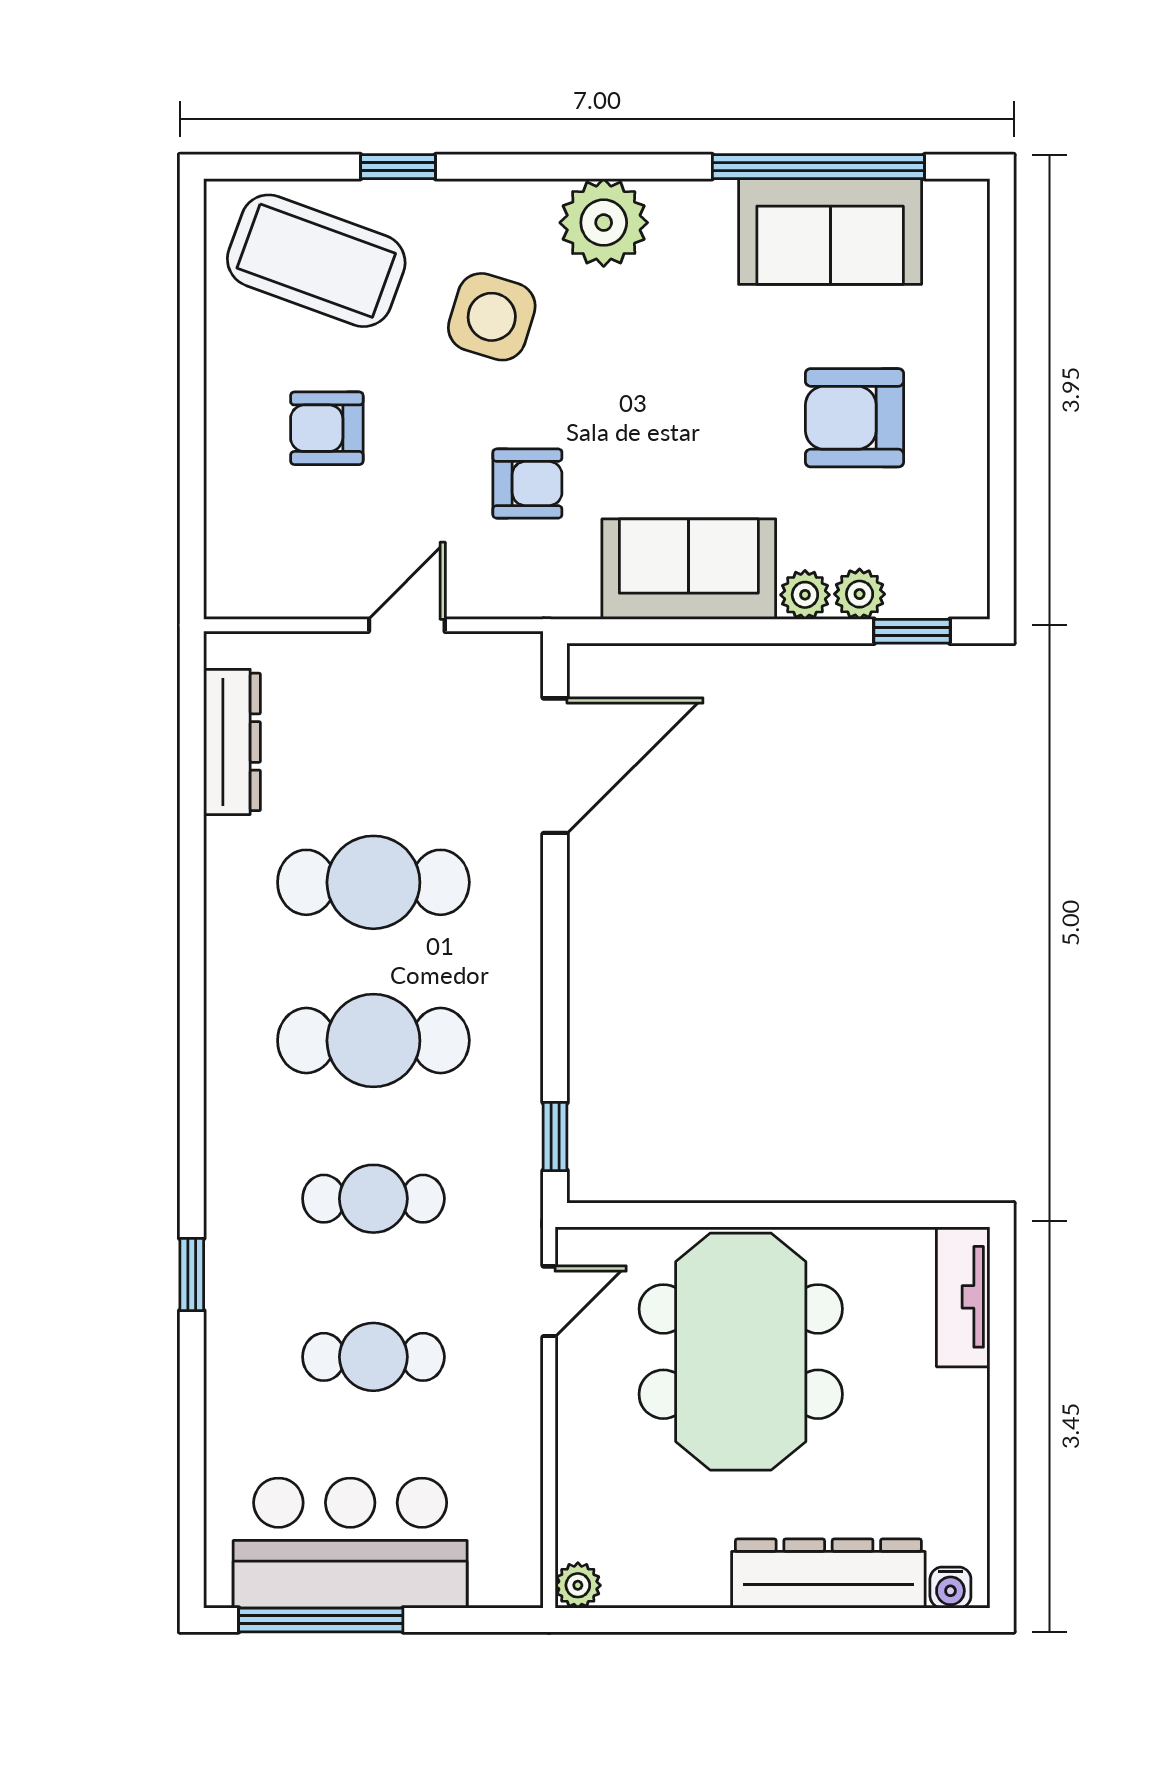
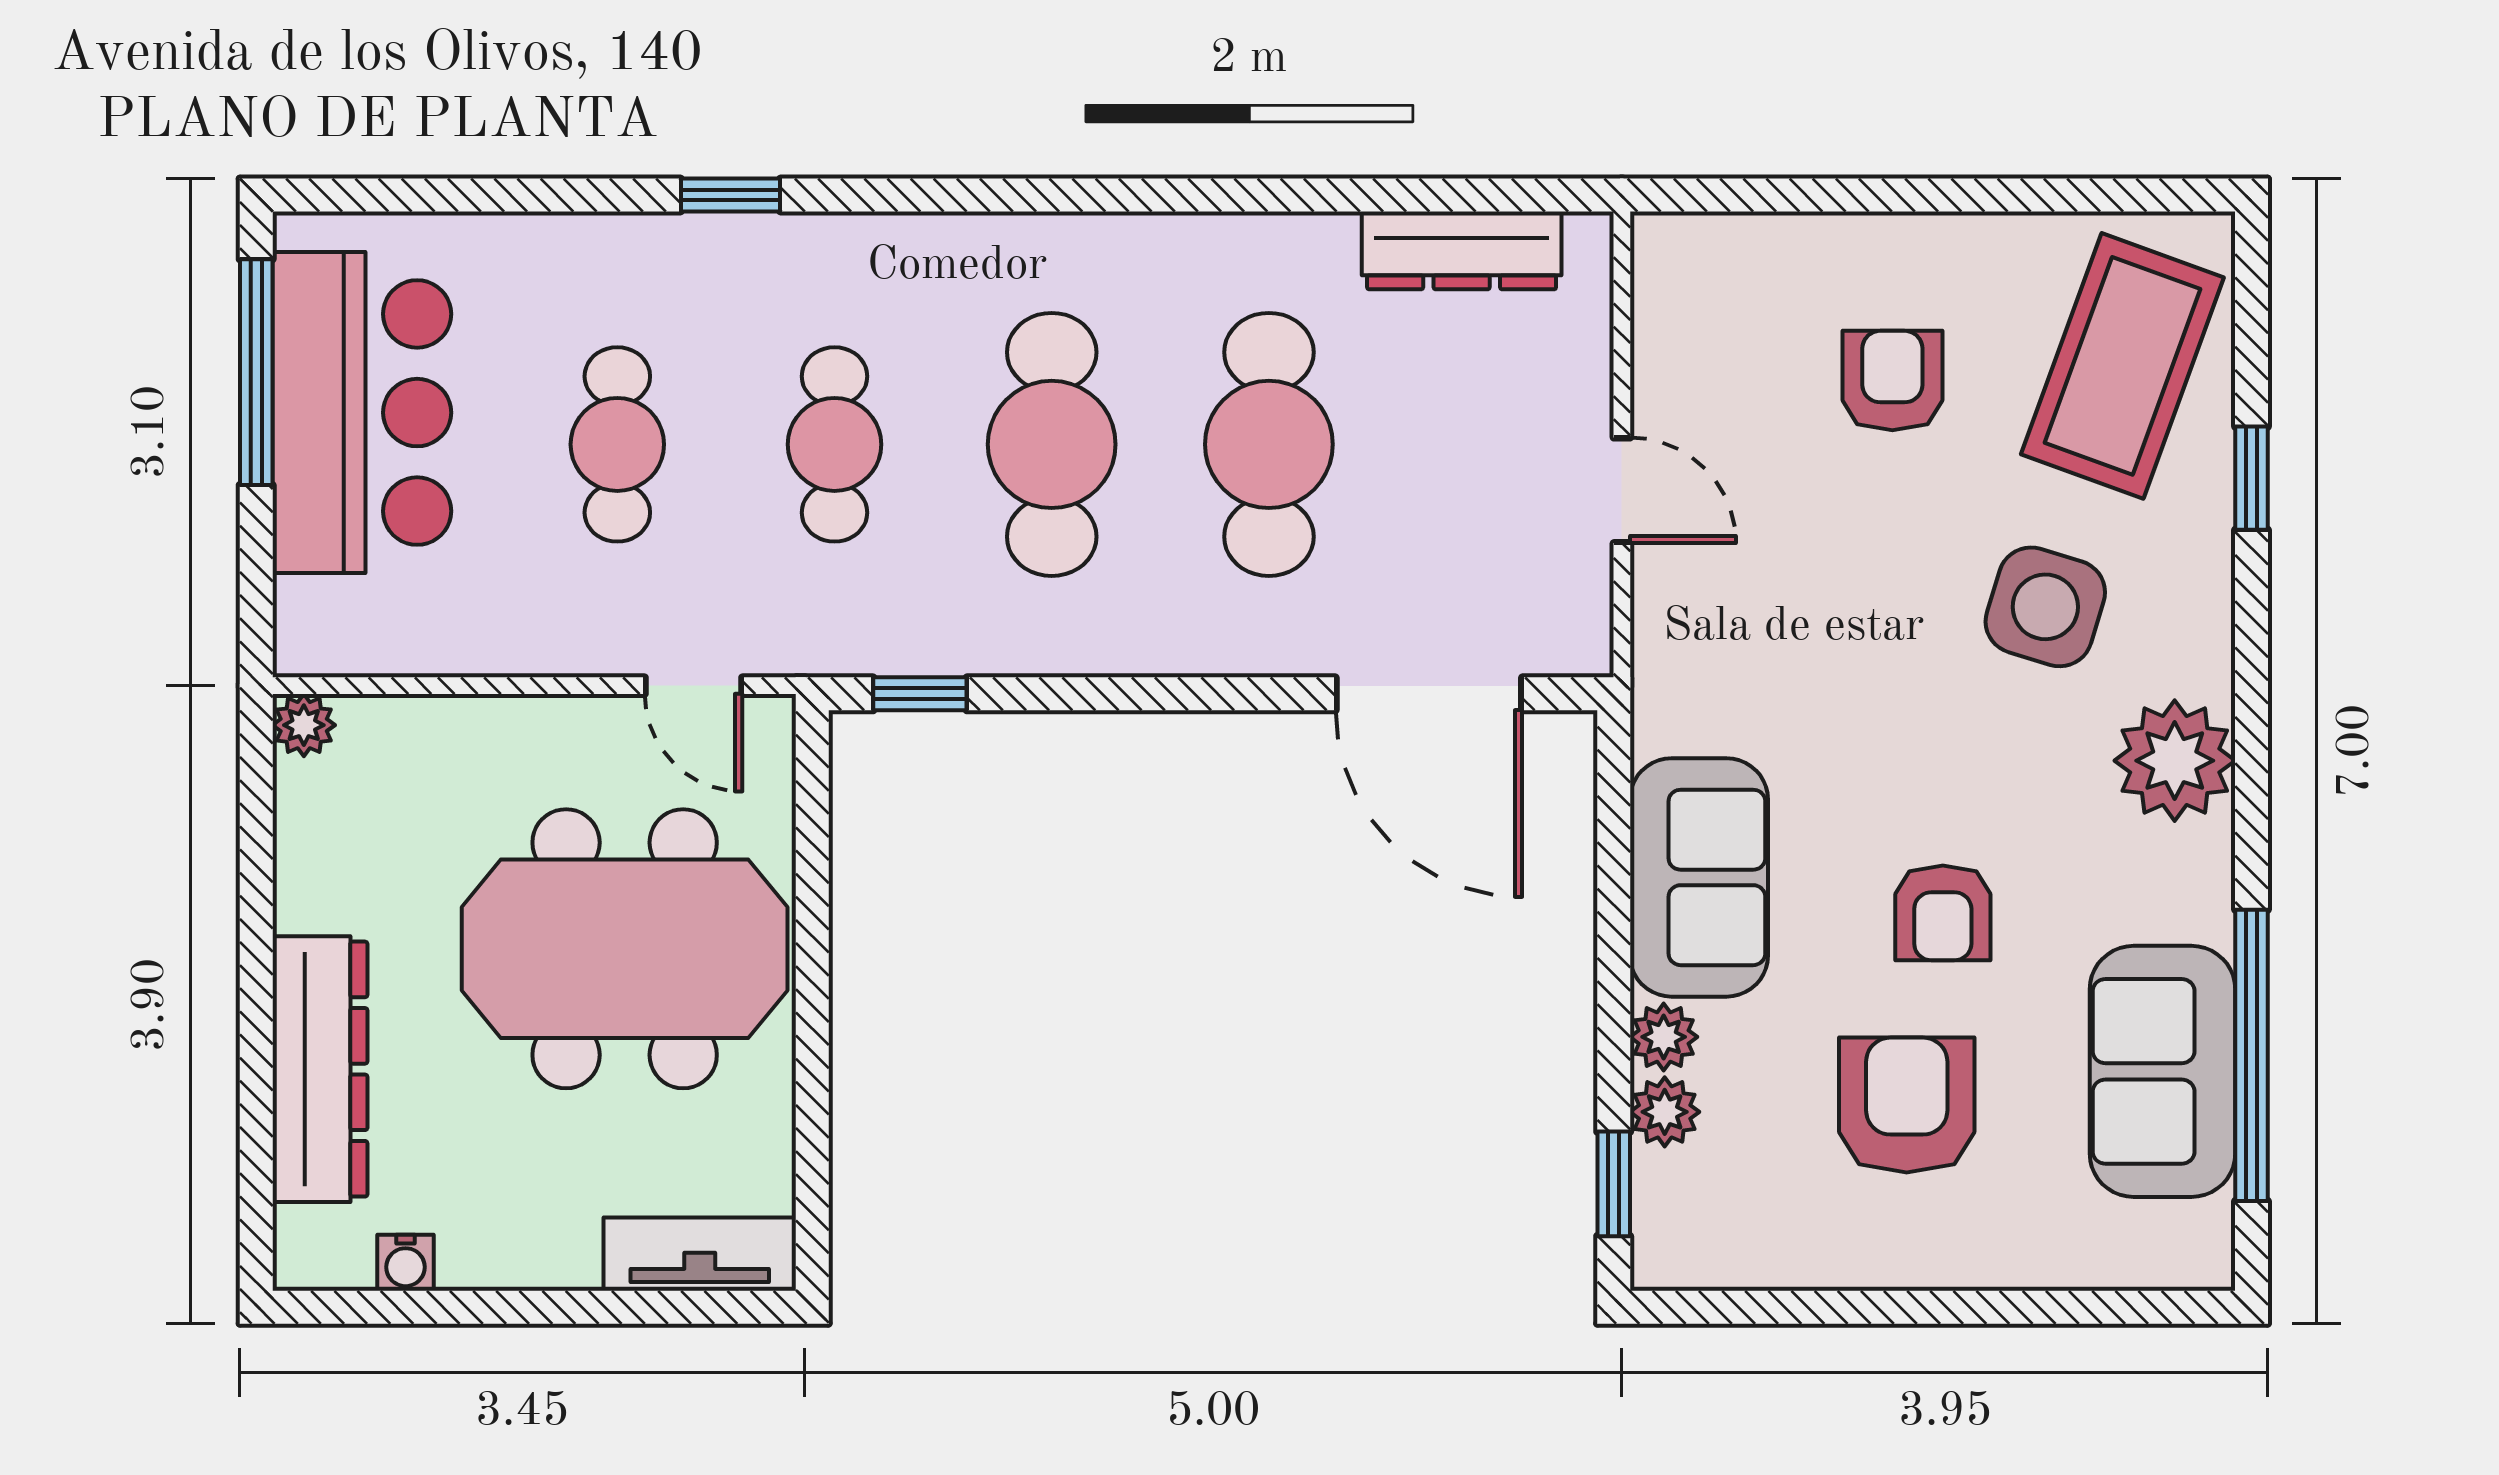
armchair: (527, 484) -> (1943, 913), moved
water cooler: (950, 1588) -> (406, 1263), moved, turned -90

